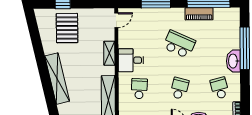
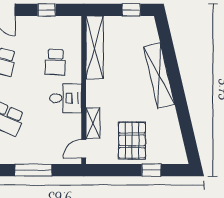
pallet: (67, 28) -> (132, 140), moved
shelving: (109, 53) -> (93, 123), moved

